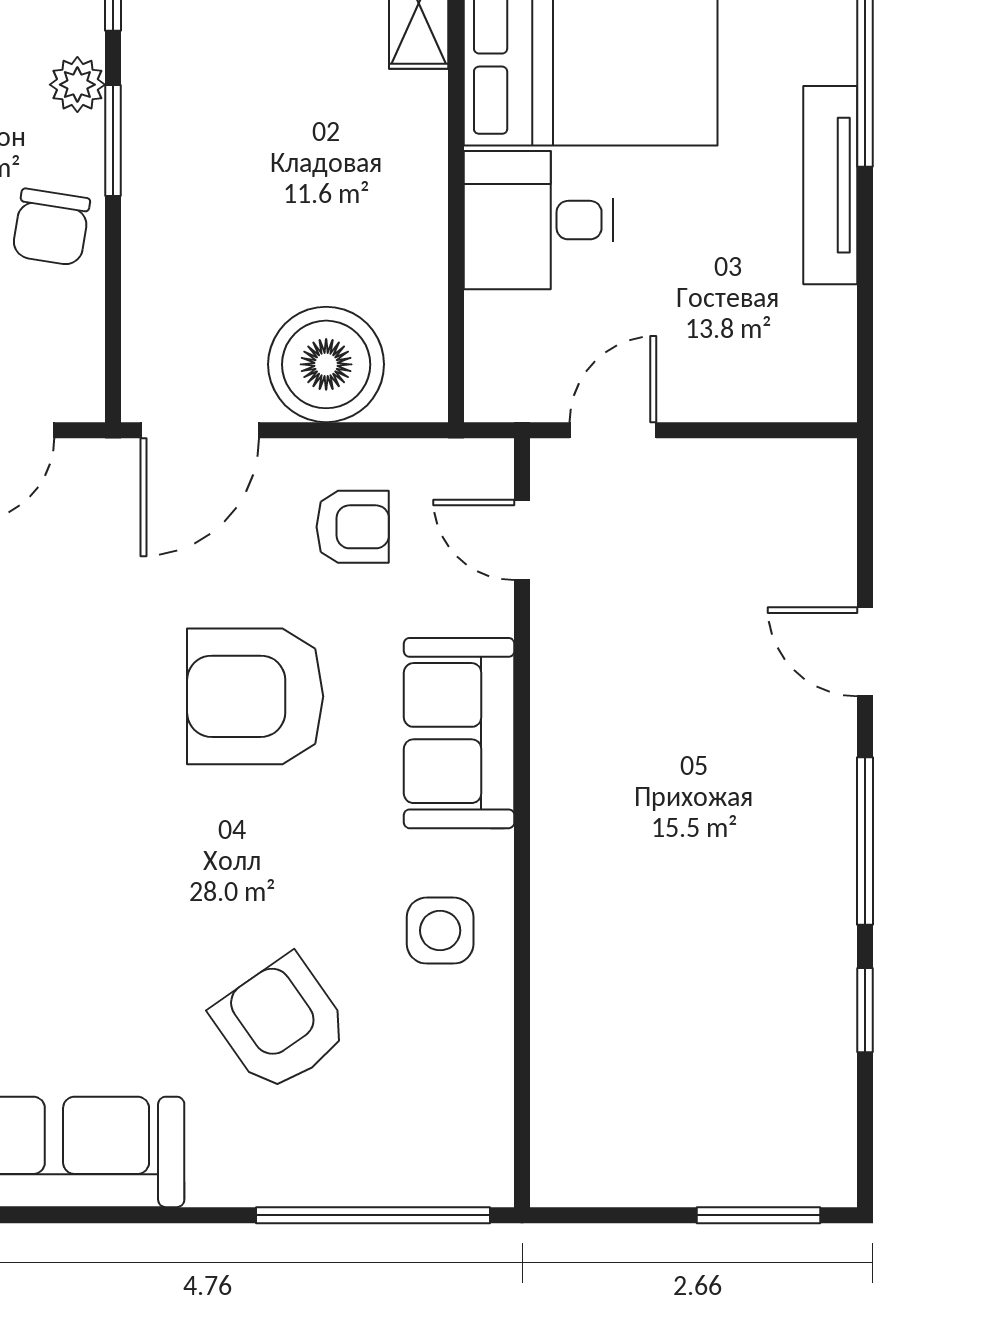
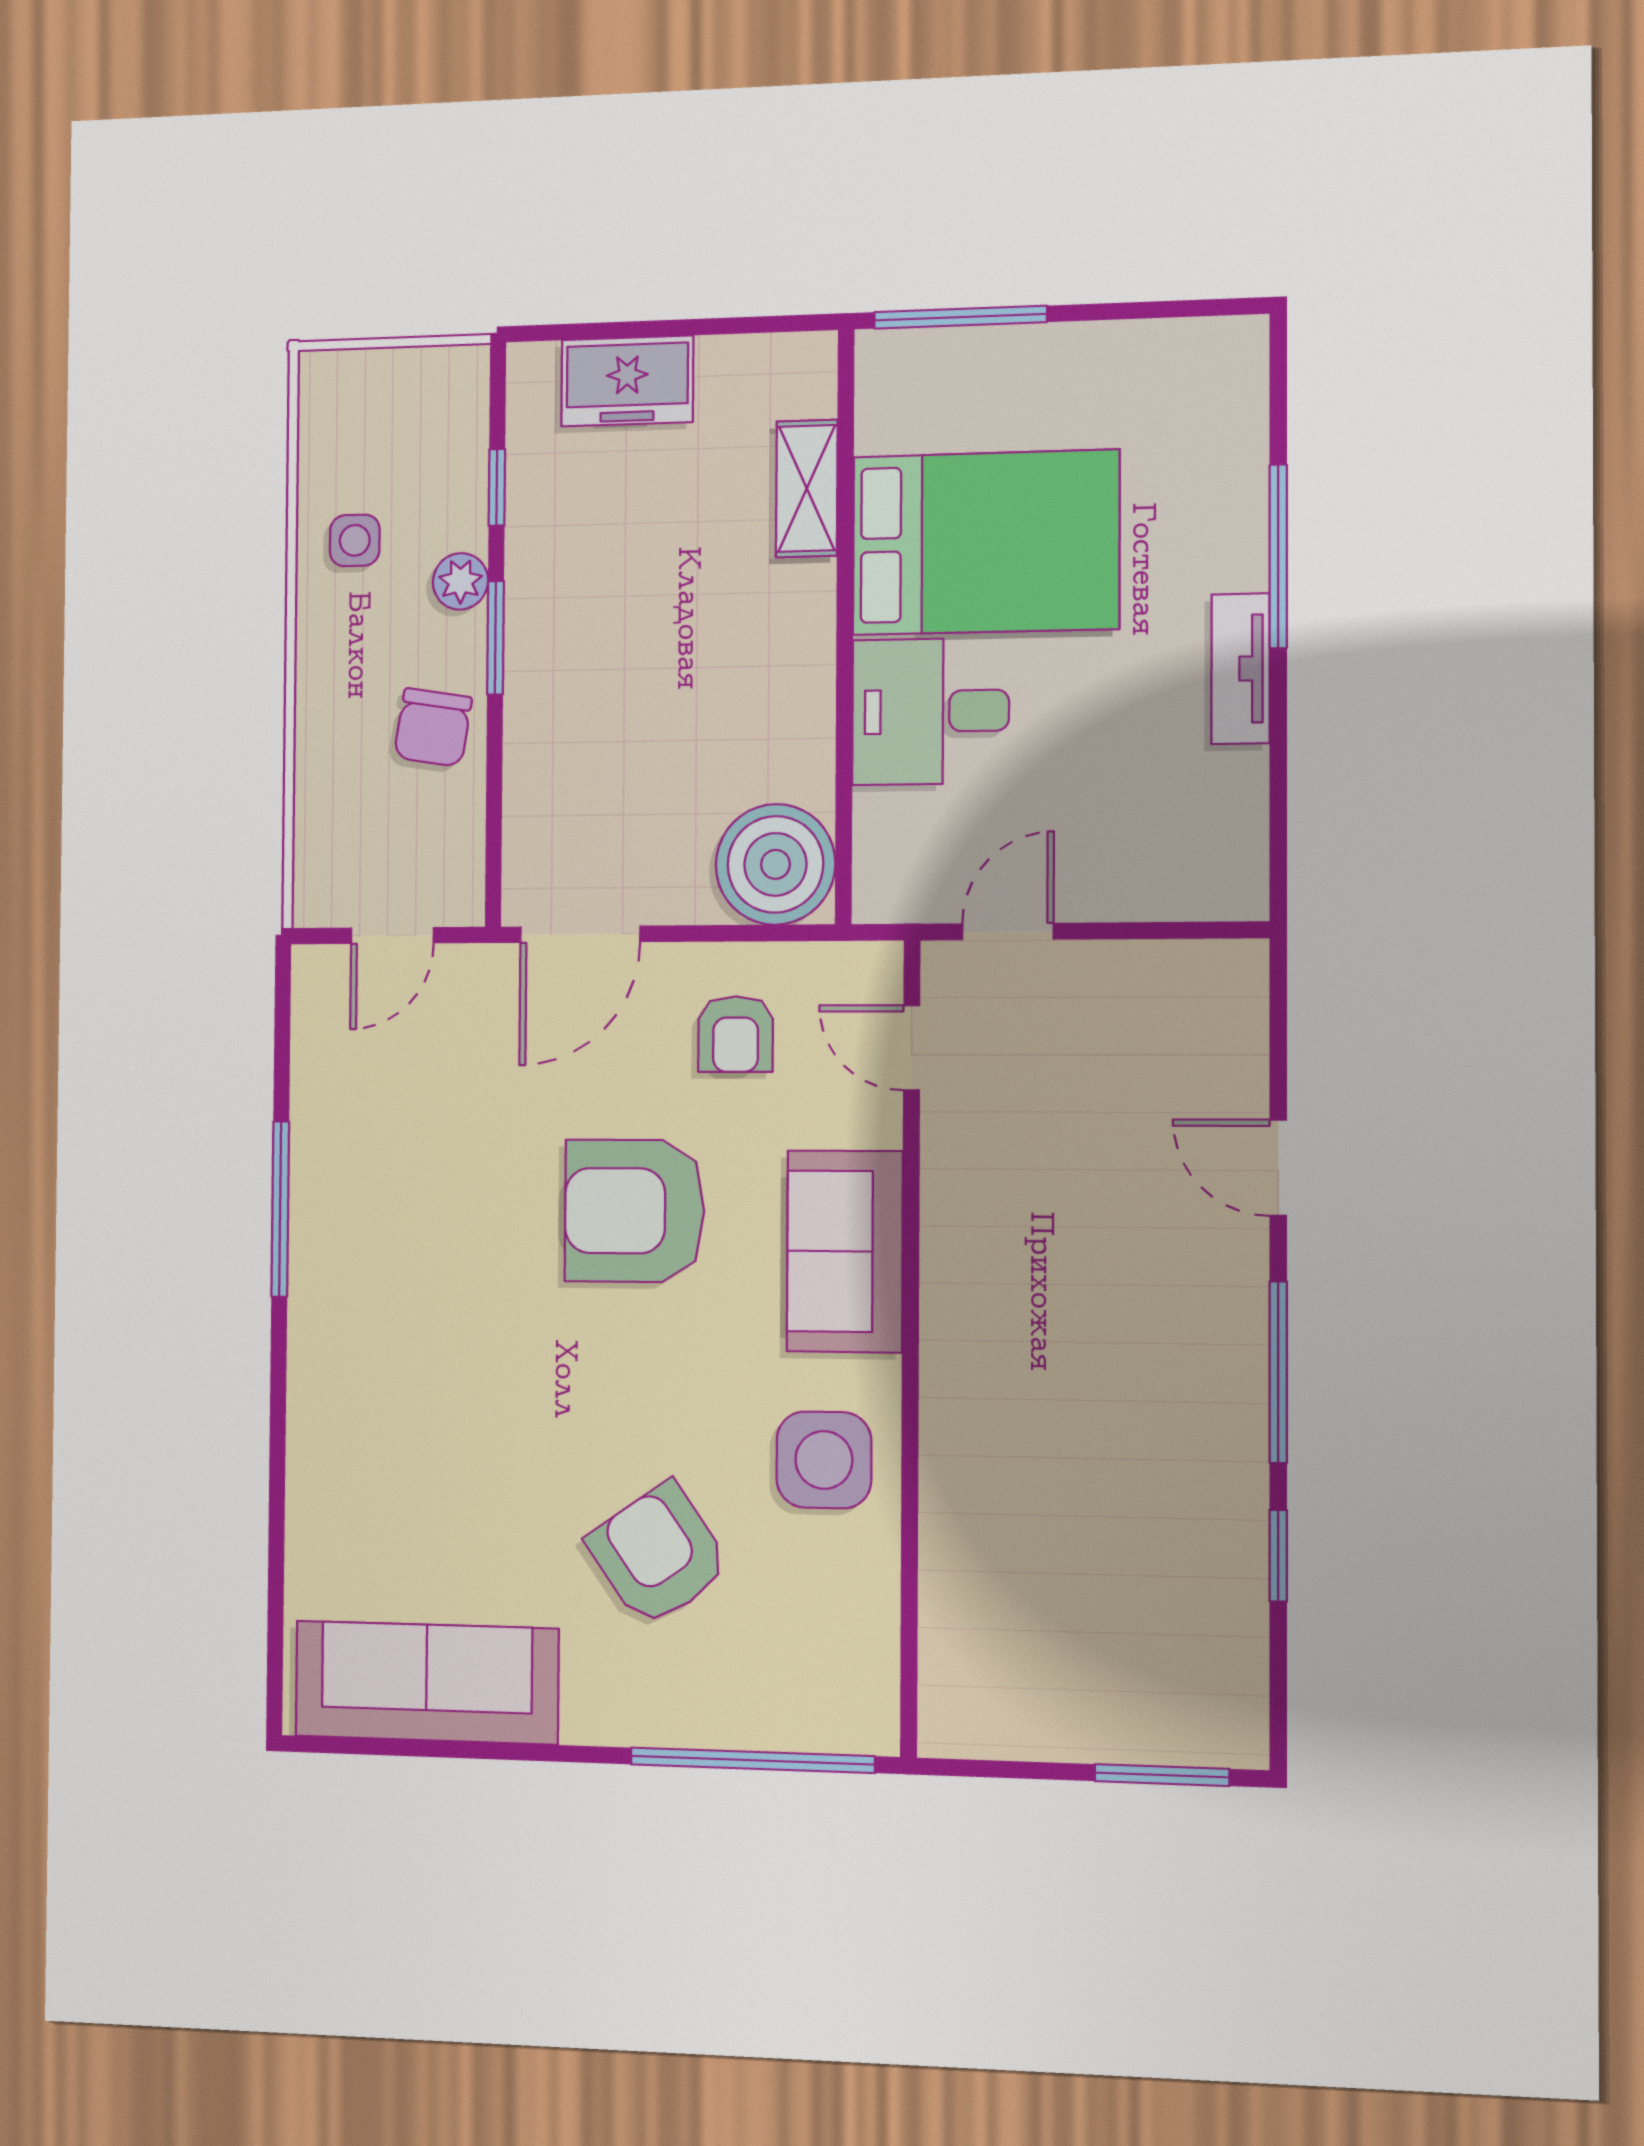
tv unit: (830, 185) -> (1241, 669), width x0.71
boiler: (326, 364) -> (775, 864), moved
armchair: (353, 527) -> (736, 1034), turned 90
side table: (440, 931) -> (824, 1460), width x1.37, depth x1.37

